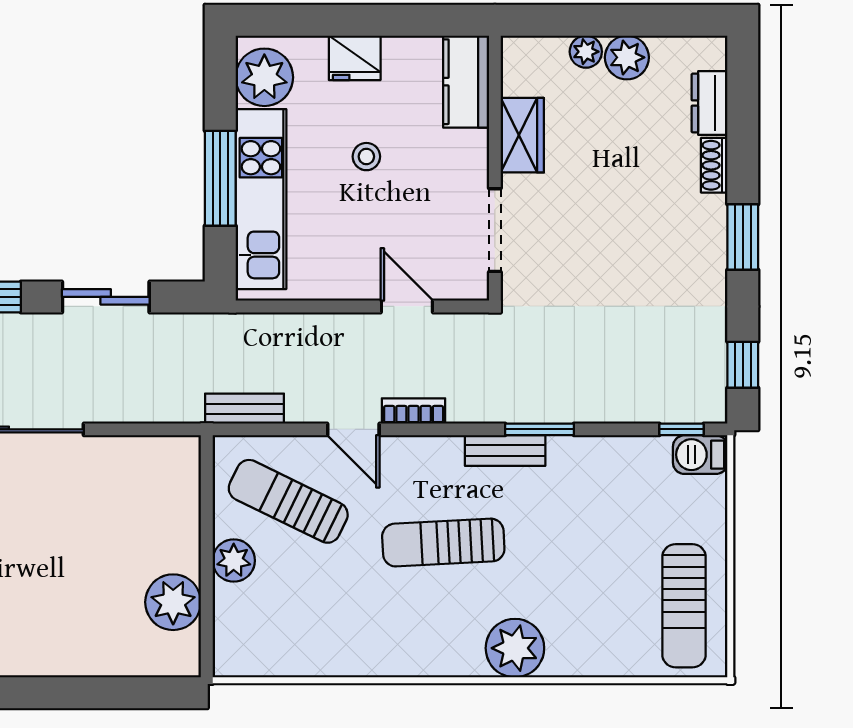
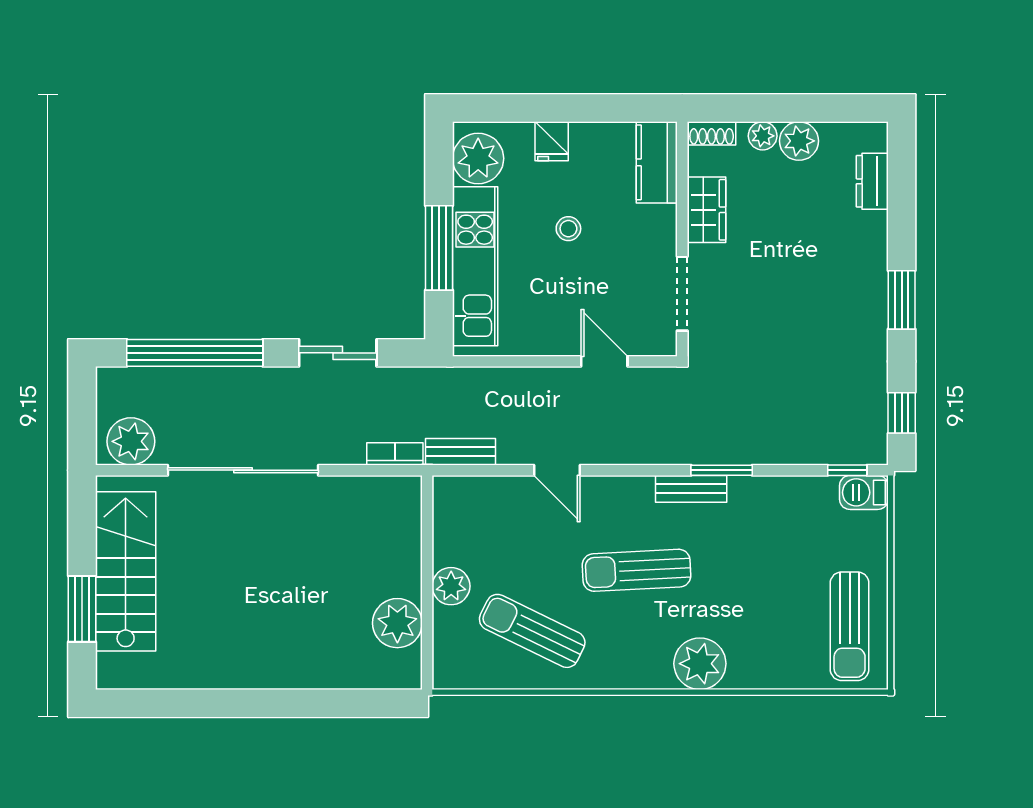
fridge: (355, 58) -> (552, 141), width x0.72
shoe rack: (714, 165) -> (712, 133), moved, turned -90
bookcase: (414, 411) -> (395, 454), moved
sun lounger: (288, 501) -> (532, 631), moved

